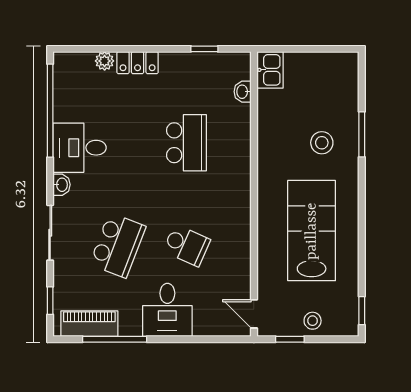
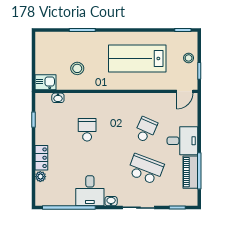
school desk: (187, 143) -> (87, 130), width x0.54
stool: (322, 143) -> (77, 68), moved
piano: (89, 324) -> (190, 172), moved

